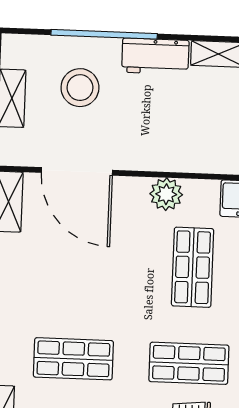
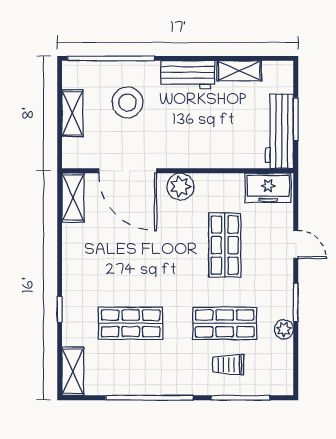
window: (104, 34) -> (111, 58), moved
plant: (166, 194) -> (180, 187), moved

